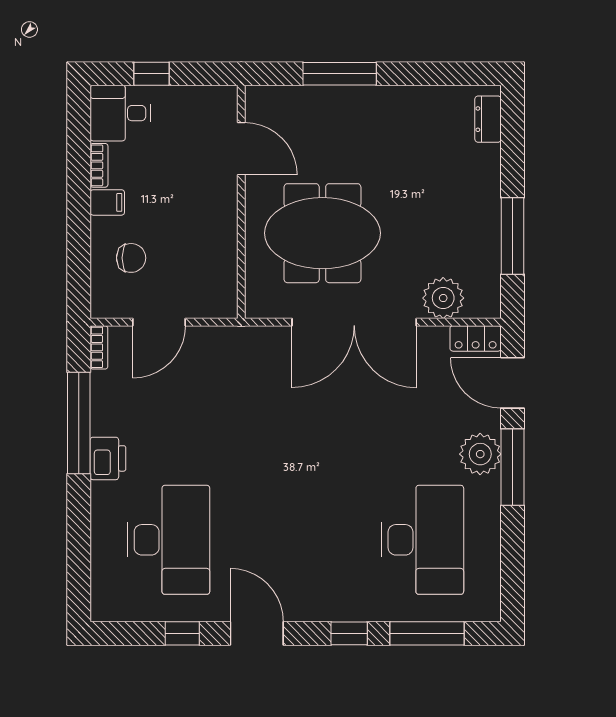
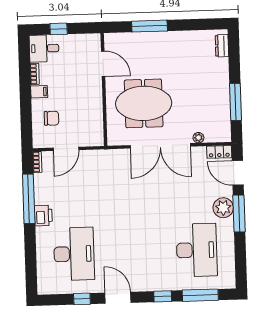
plant: (443, 298) -> (198, 138), width x0.53, depth x0.53

